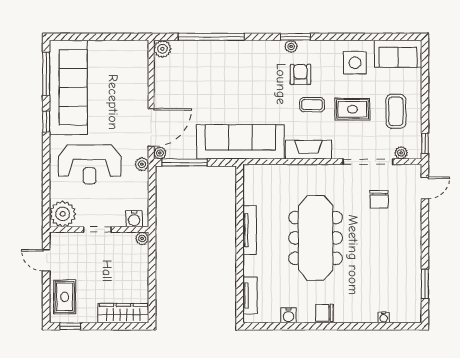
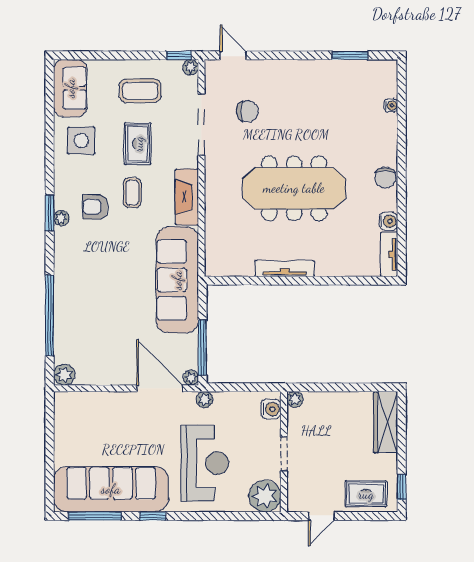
plant: (401, 153) -> (191, 67), moved
tv unit: (250, 295) -> (389, 254), moved, turned -90

